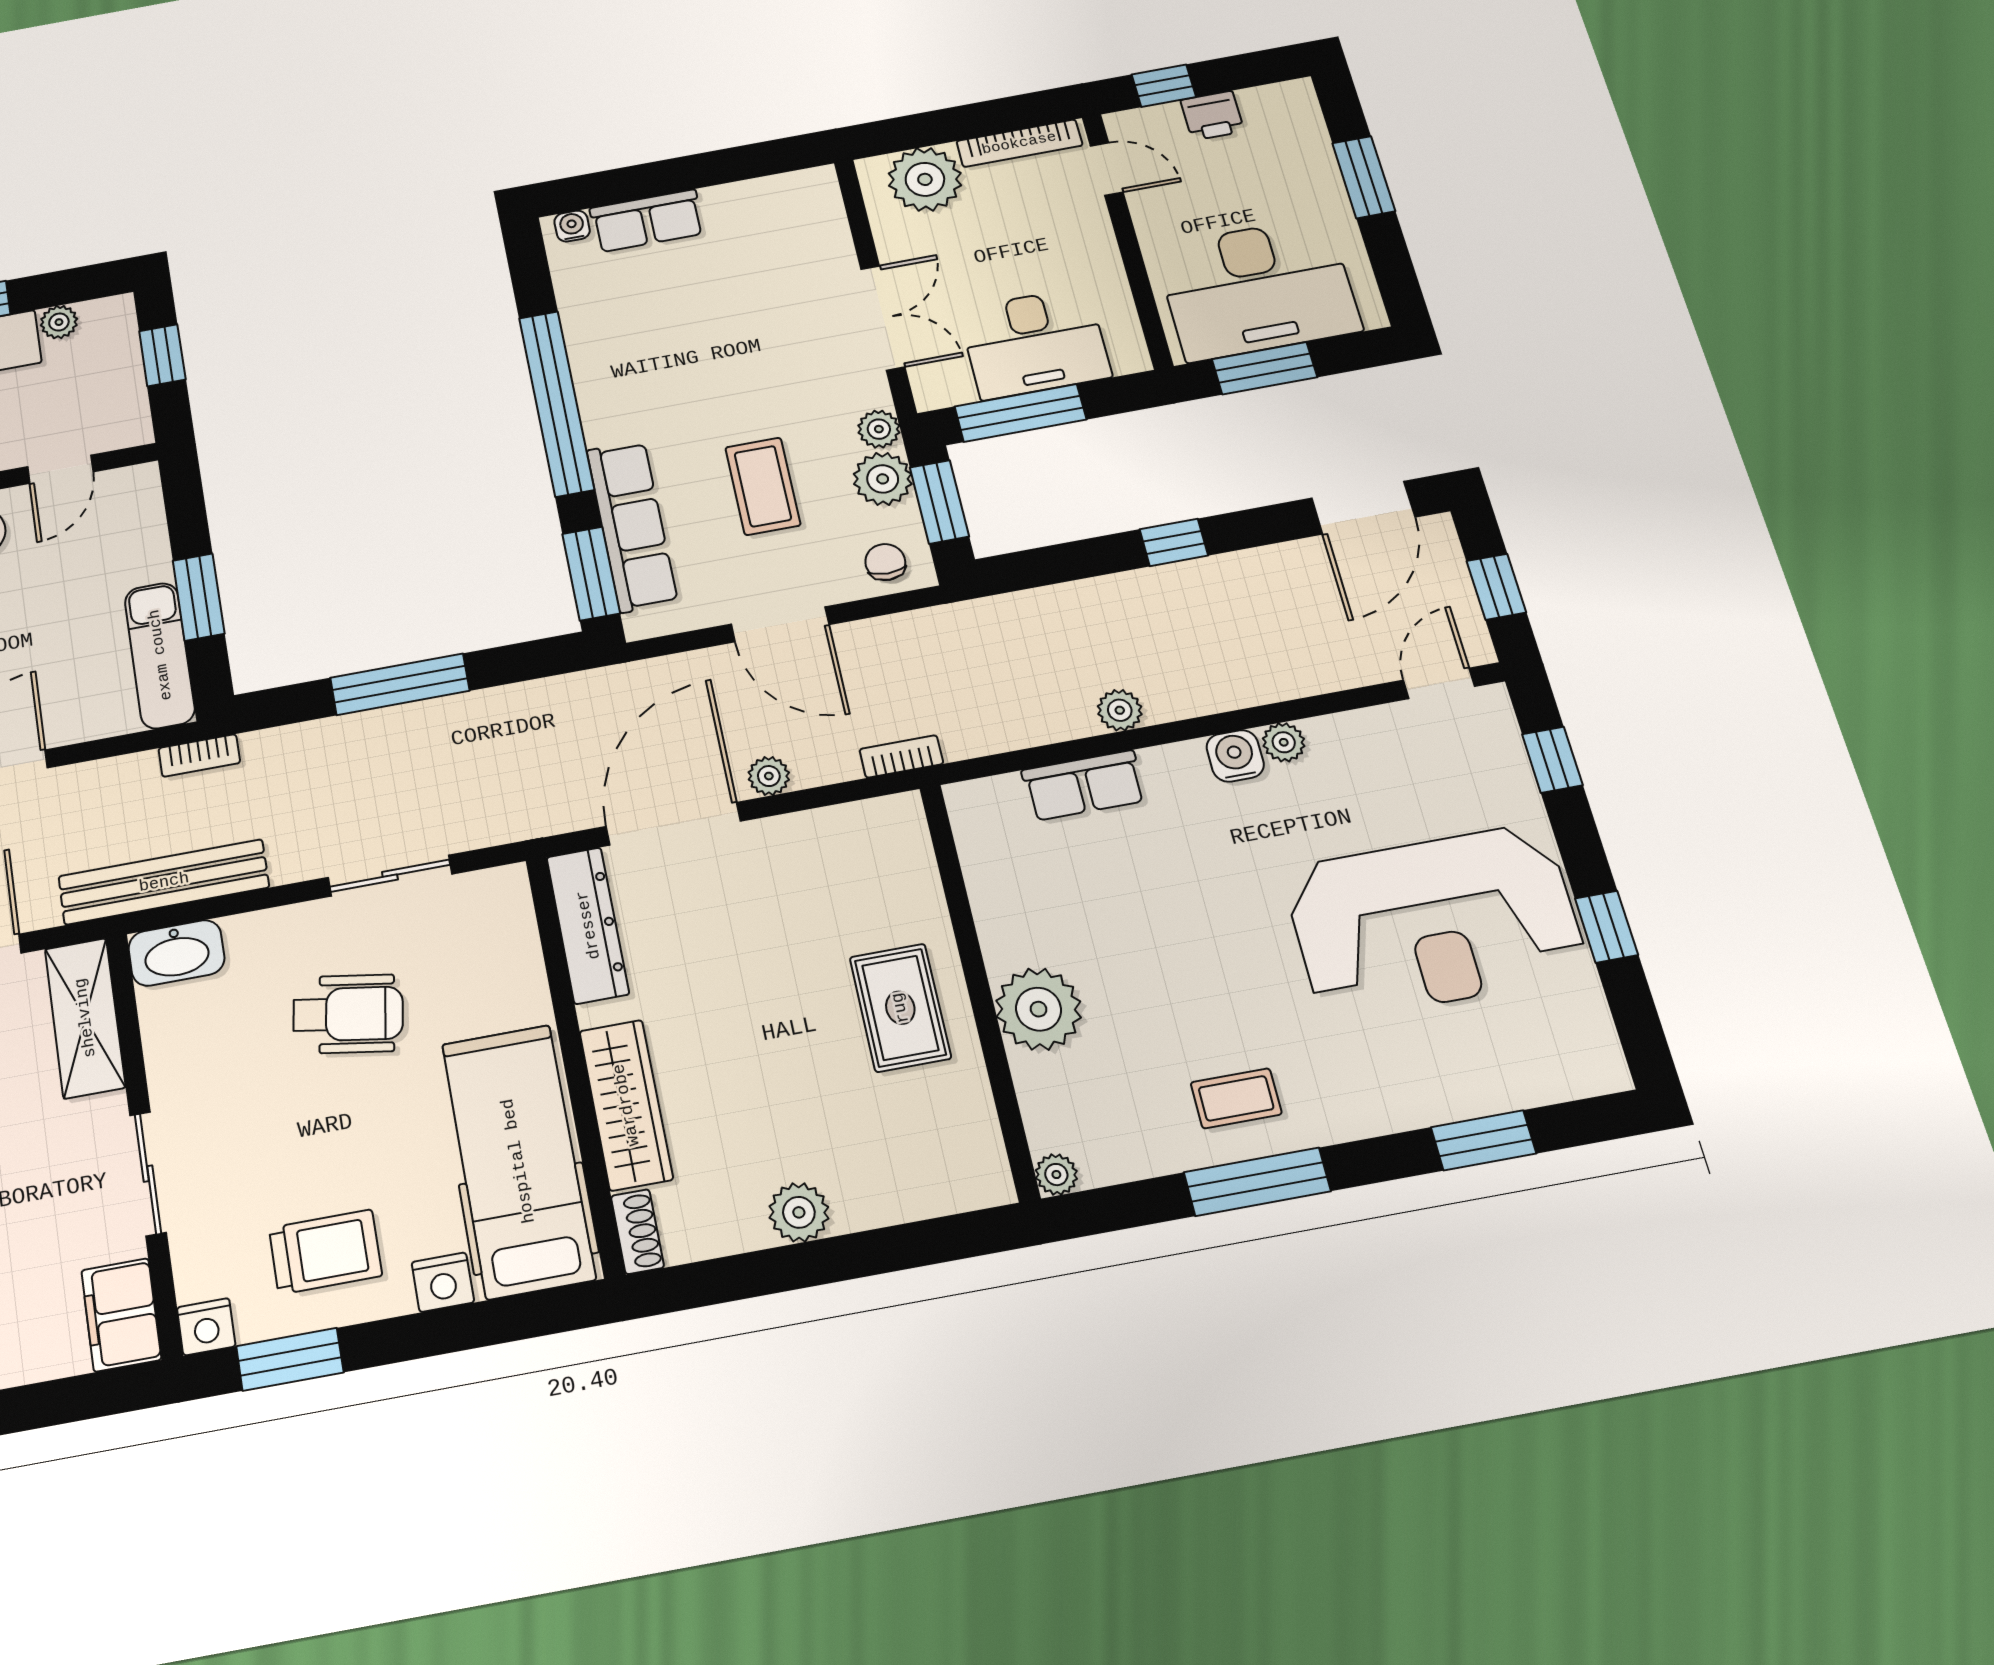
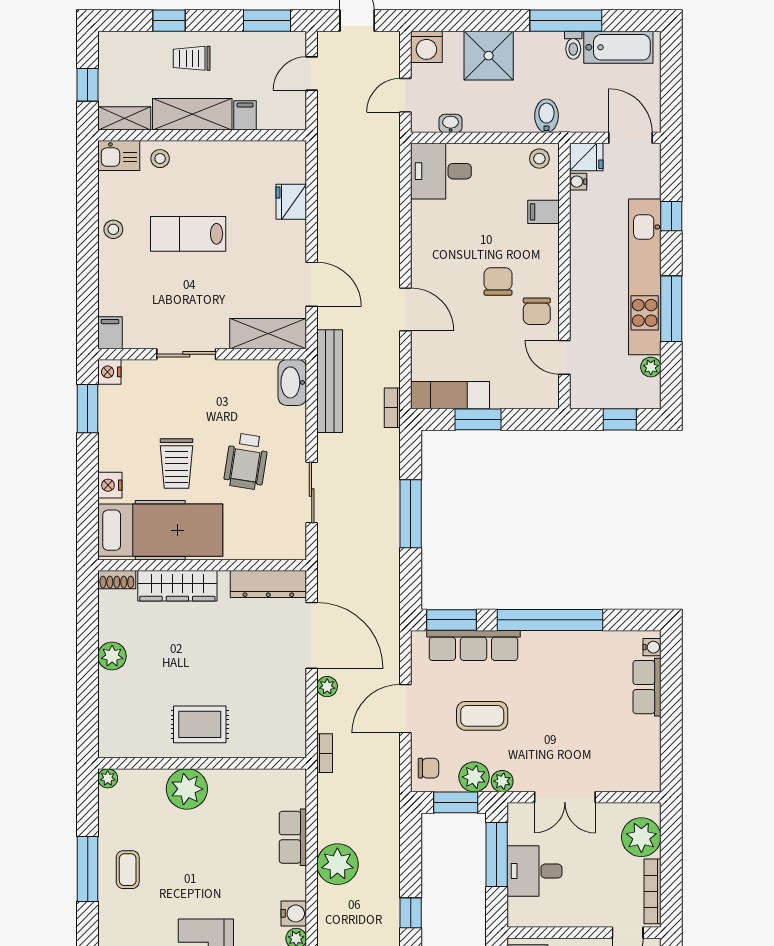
desk: (1035, 343) -> (534, 871), width x0.73
plant: (1120, 710) -> (337, 864), width x1.88, depth x1.88
trolley: (325, 1252) -> (177, 464), moved
filing cabinet: (121, 1315) -> (110, 333), width x0.50

